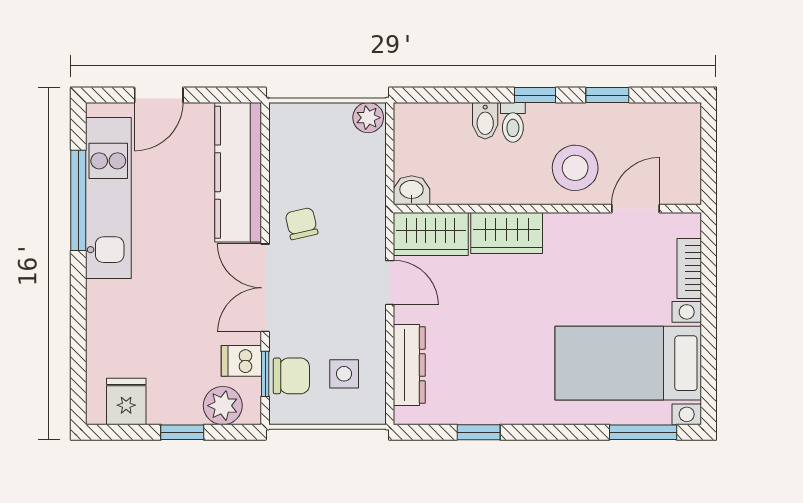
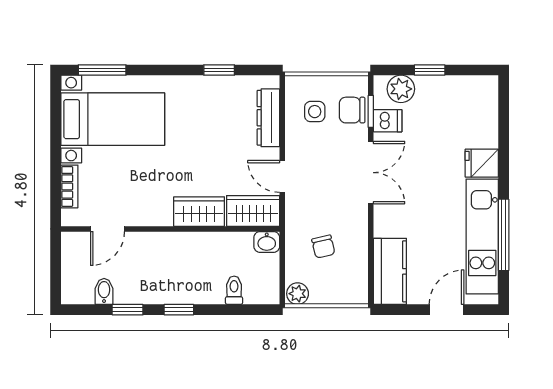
bidet: (485, 121) -> (104, 291), moved
toilet: (513, 122) -> (234, 290), moved
stool: (575, 168) -> (150, 258), removed
kitchen counter: (238, 172) -> (390, 271), width x0.67
chair: (301, 223) -> (323, 247), moved
fridge: (126, 402) -> (482, 163), moved, turned 90

